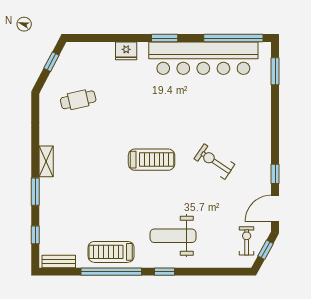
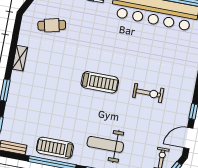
shelving: (46, 161) -> (20, 58), moved
exercise bike: (214, 162) -> (148, 93), turned 146

